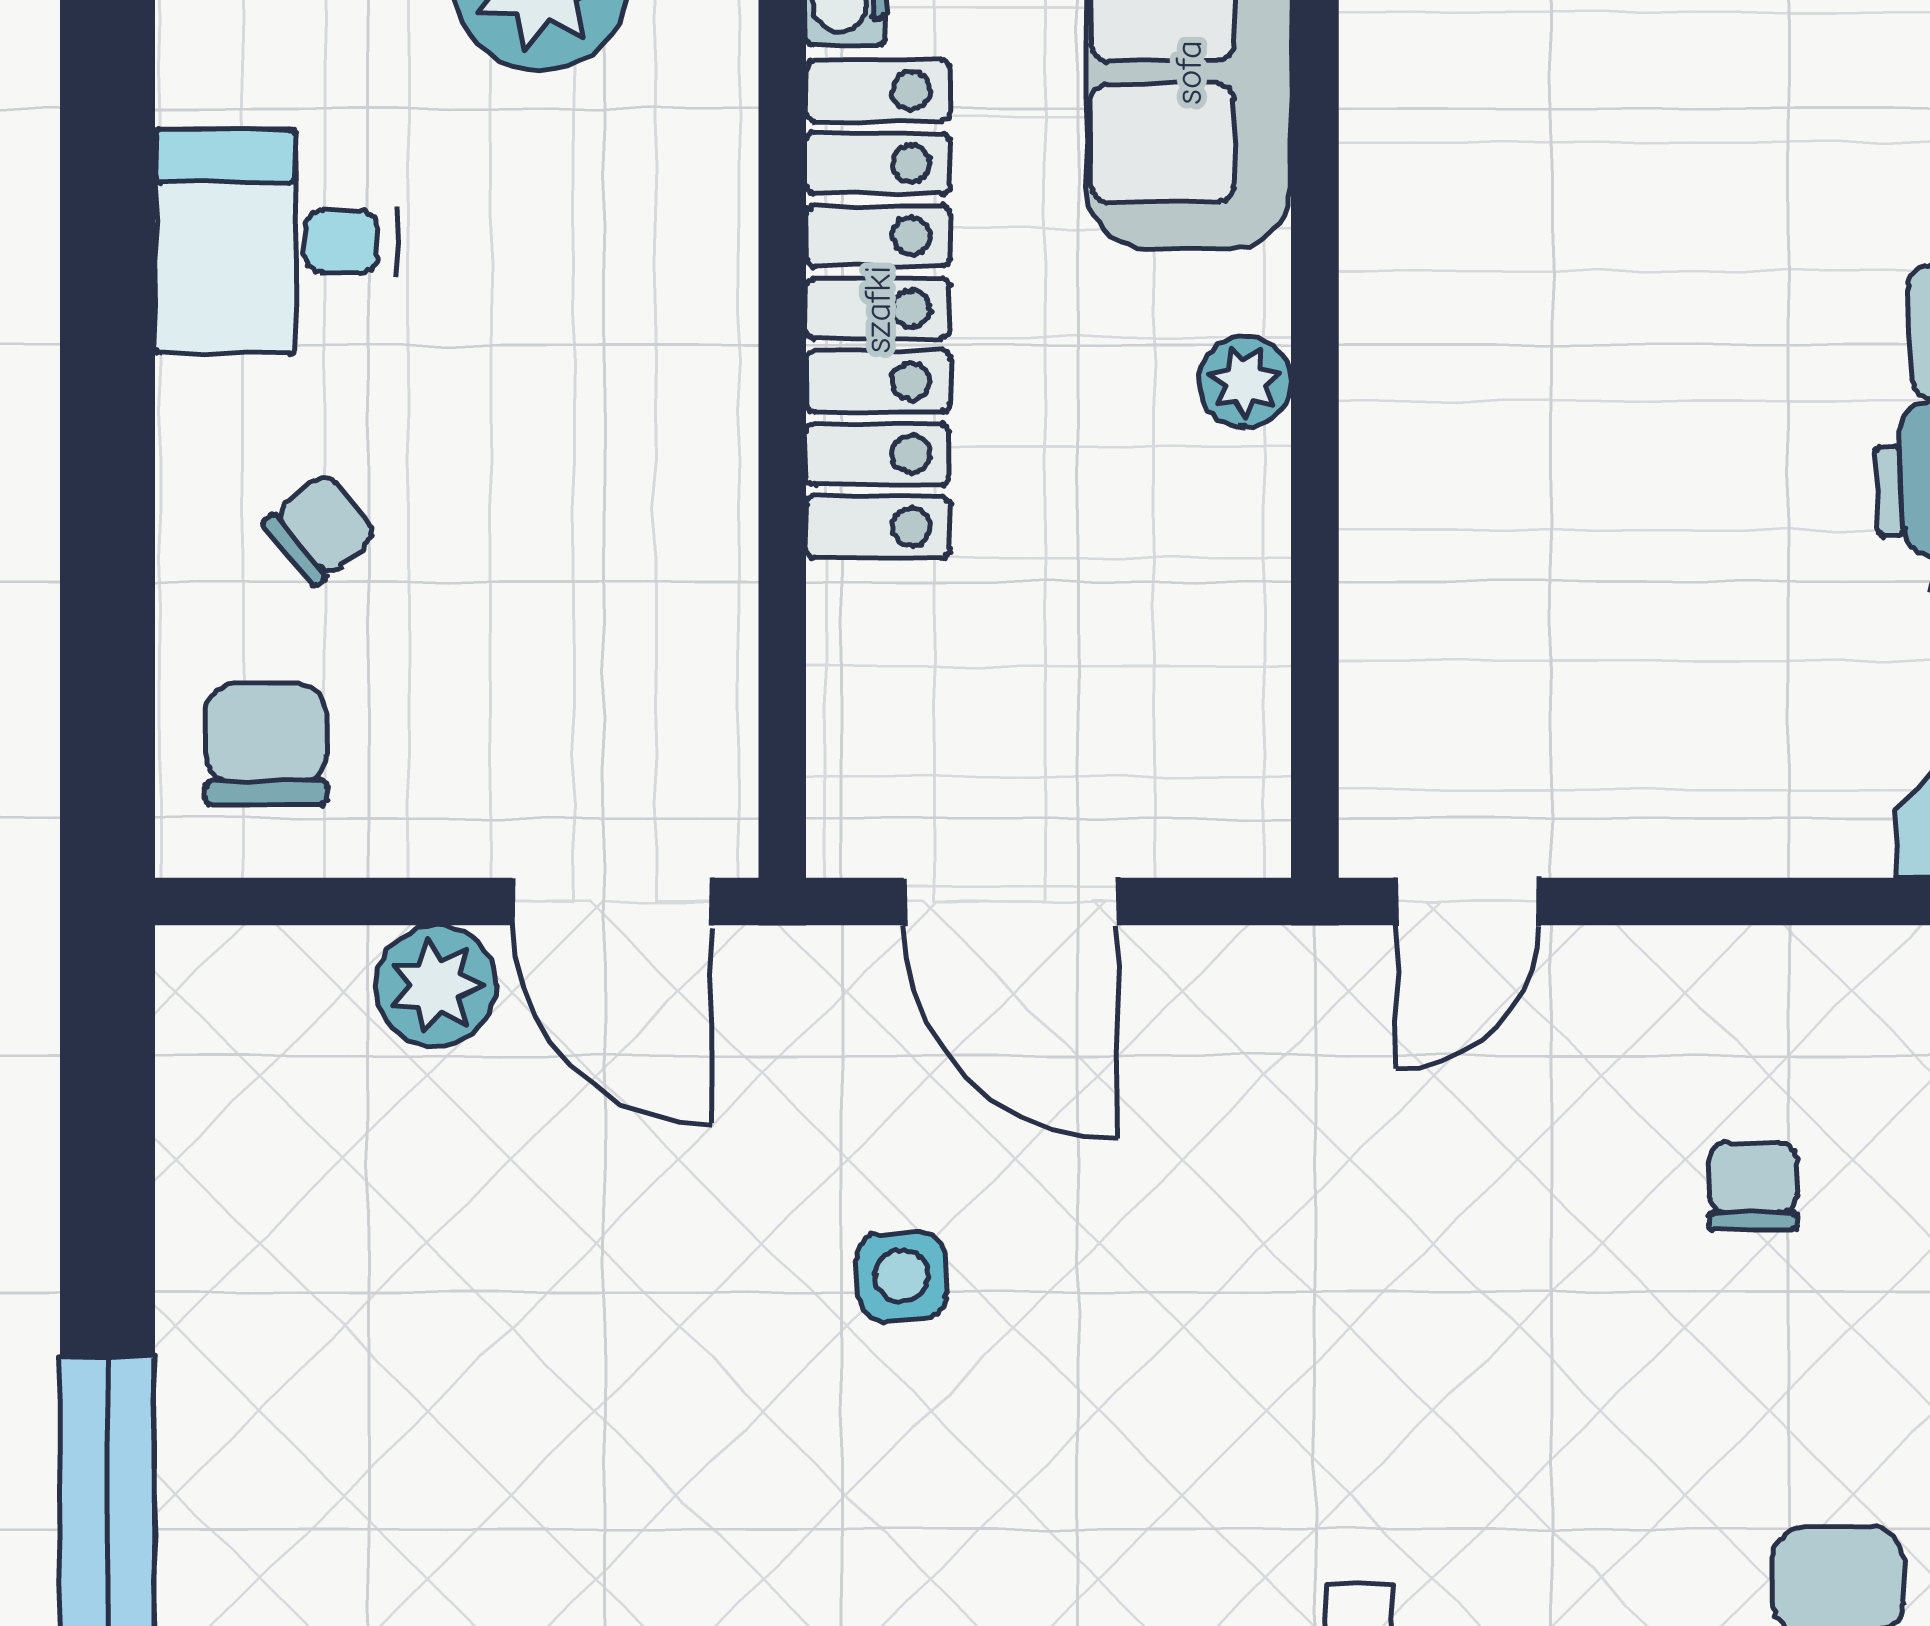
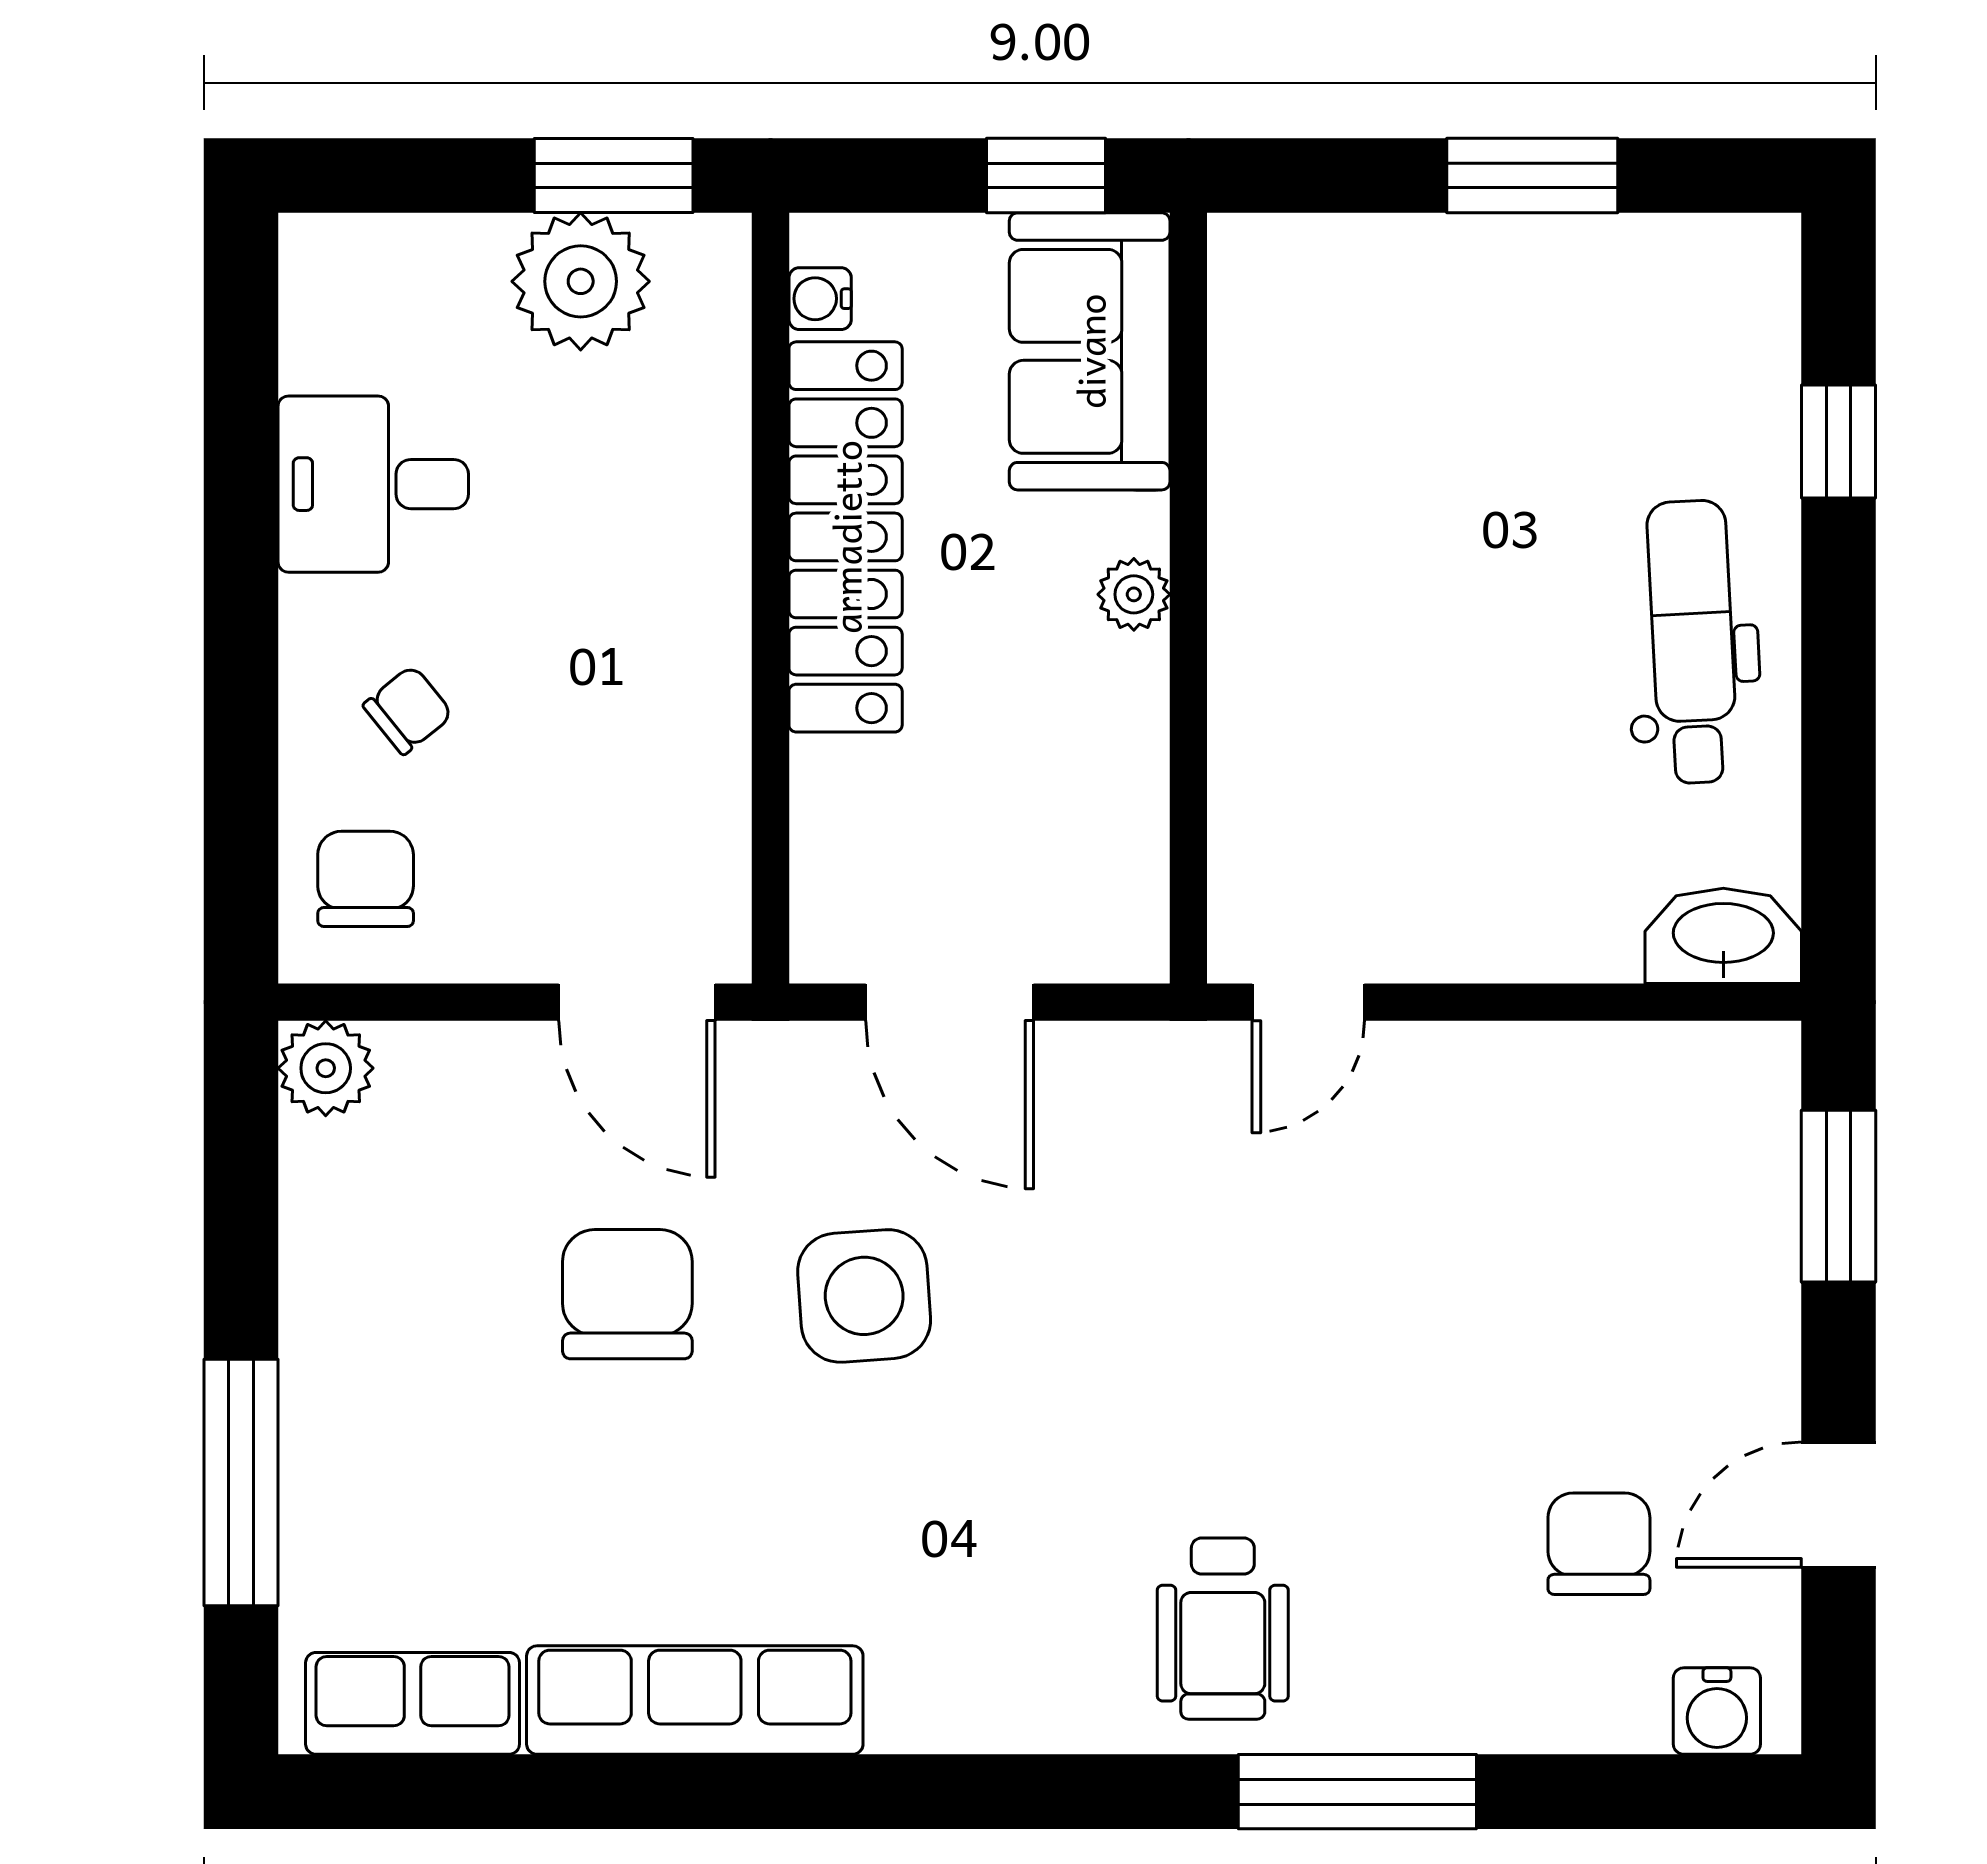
plant: (436, 986) -> (326, 1068), moved
chair: (1753, 1186) -> (627, 1294), moved, width x1.87, depth x1.87
side table: (902, 1276) -> (864, 1296), width x1.87, depth x1.87

